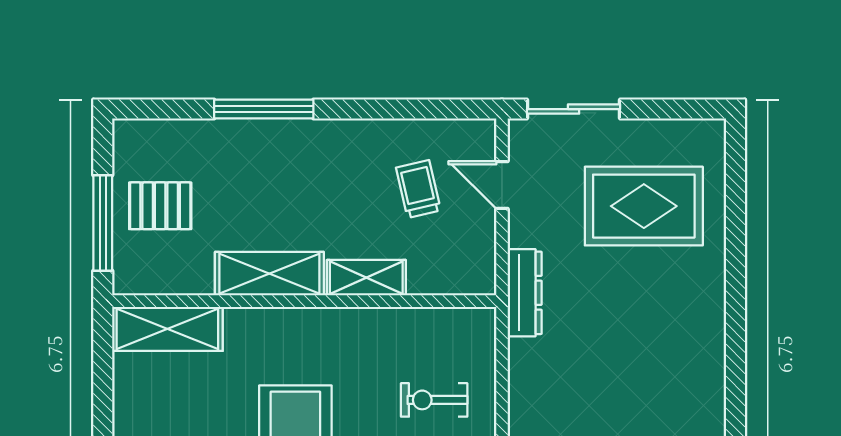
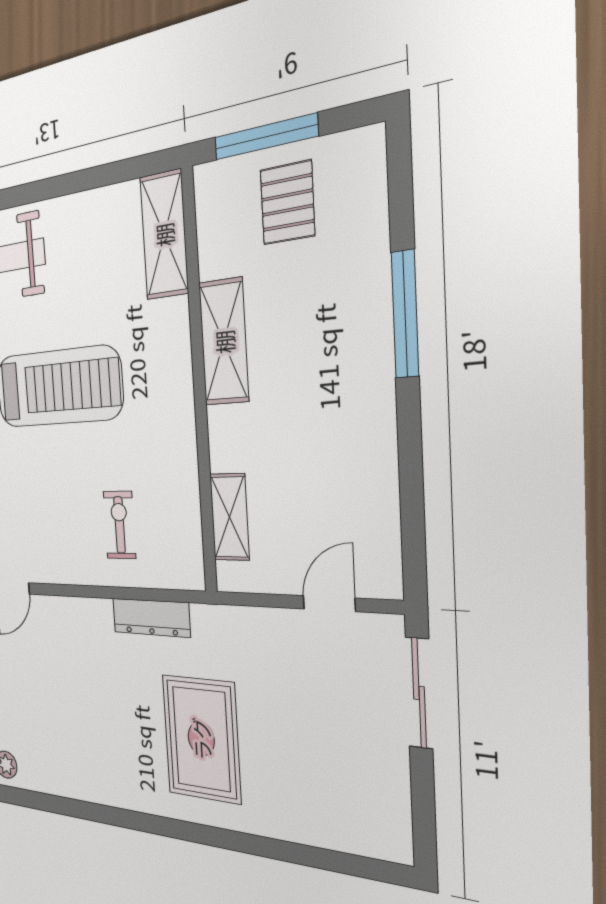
trolley: (418, 189) -> (320, 507), removed
rug: (644, 206) -> (201, 739), moved
shelving: (366, 278) -> (229, 517), moved
dresser: (525, 293) -> (151, 618), moved

